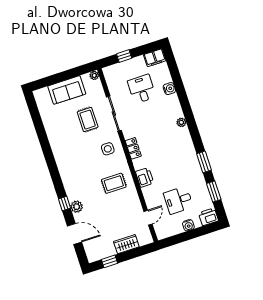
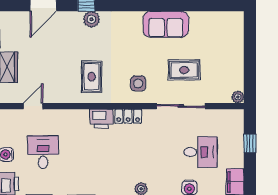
sofa: (67, 90) -> (166, 24), moved, turned -90
printer: (145, 177) -> (101, 119), moved
plant: (77, 207) -> (91, 19), moved
door: (148, 218) -> (33, 106), swing flipped

